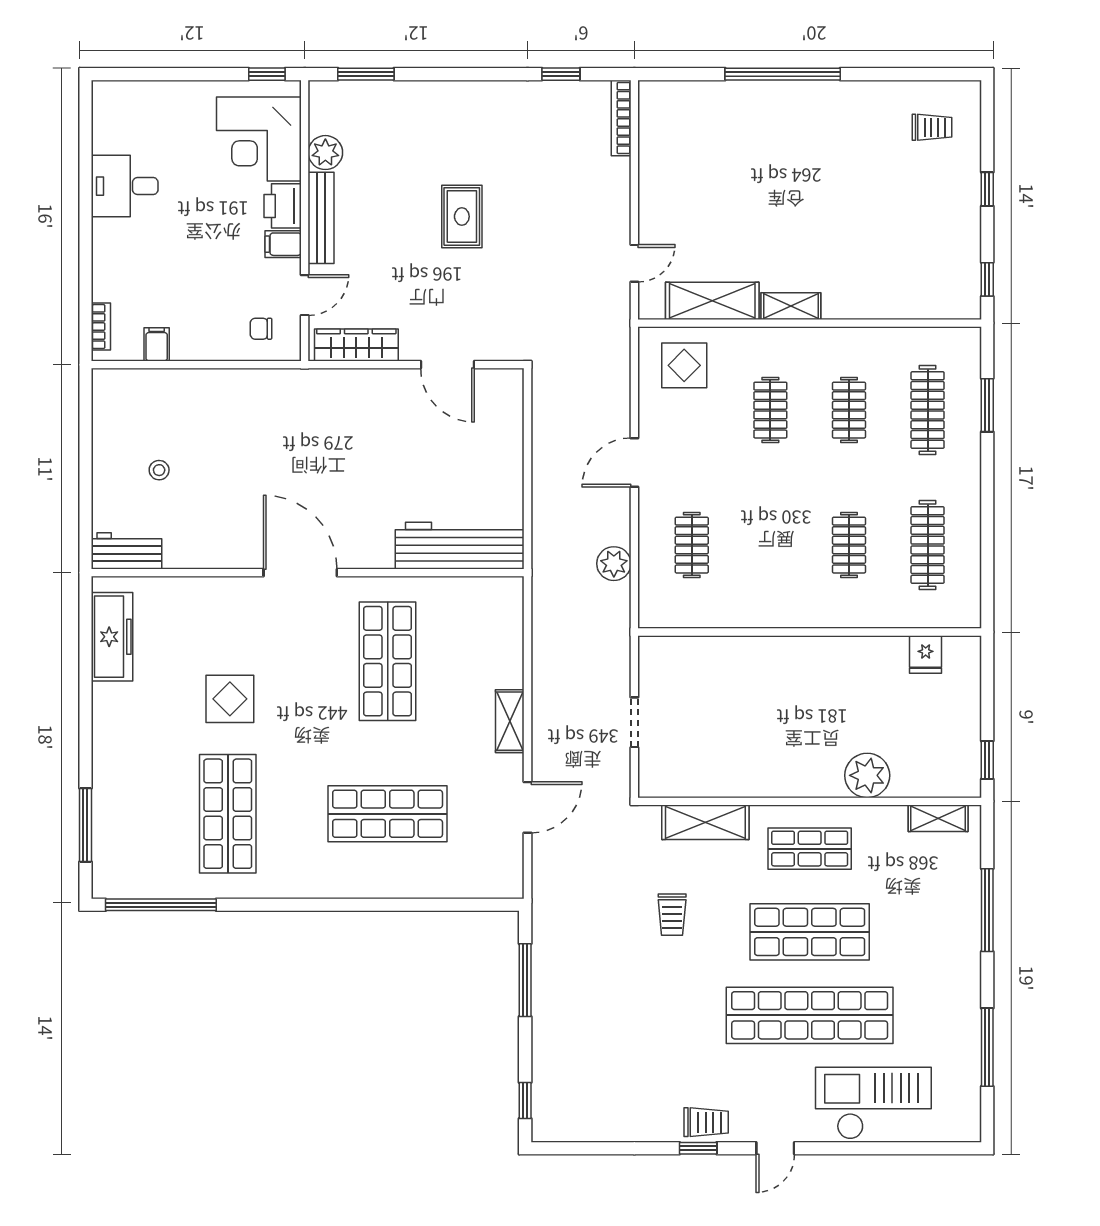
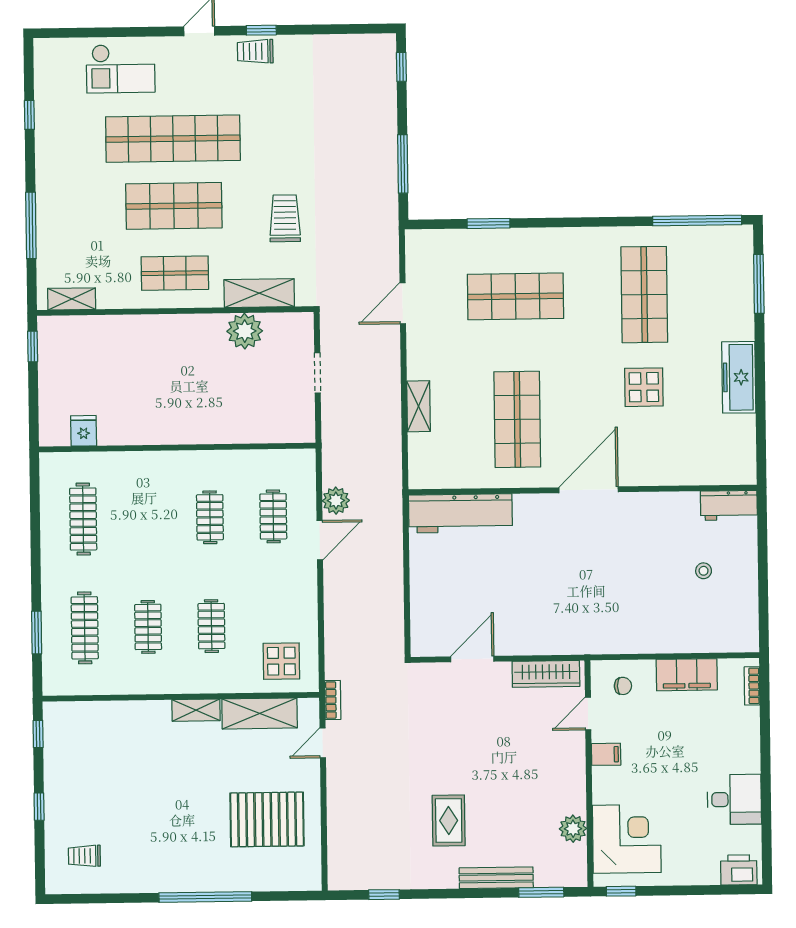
bookcase: (621, 118) -> (333, 700), moved, width x0.64
pallet: (705, 169) -> (267, 819), added
printer: (283, 206) -> (739, 870), moved, turned -90
rug: (462, 217) -> (449, 820), moved
bench: (321, 218) -> (496, 878), moved, turned 90
filing cabinet: (157, 344) -> (687, 675), width x3.00, depth x1.17
door: (447, 365) -> (472, 659), hinge flipped
door: (634, 463) -> (320, 540), moved
clothes rail: (849, 545) -> (210, 517), moved
door: (300, 573) -> (589, 490), swing flipped
freezer: (112, 637) -> (739, 377), moved
shelving: (510, 721) -> (418, 406), moved
plant: (867, 775) -> (245, 331), moved
window: (420, 905) -> (488, 223), added
trolley: (672, 915) -> (285, 218), width x1.36, depth x1.39
window: (987, 1047) -> (29, 115), width x0.46
checkout: (873, 1103) -> (121, 69), width x0.73, depth x0.83

